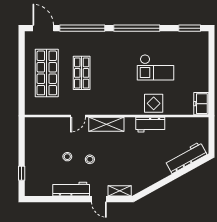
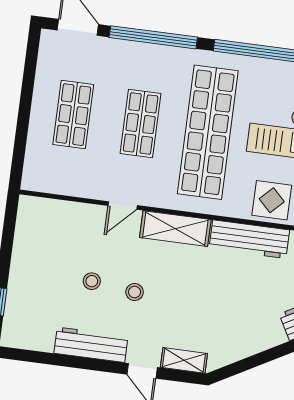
shop shelf: (47, 73) -> (73, 115), width x0.70, depth x0.74
shop shelf: (117, 73) -> (208, 132), added
workbench: (150, 125) -> (249, 239), width x1.38

